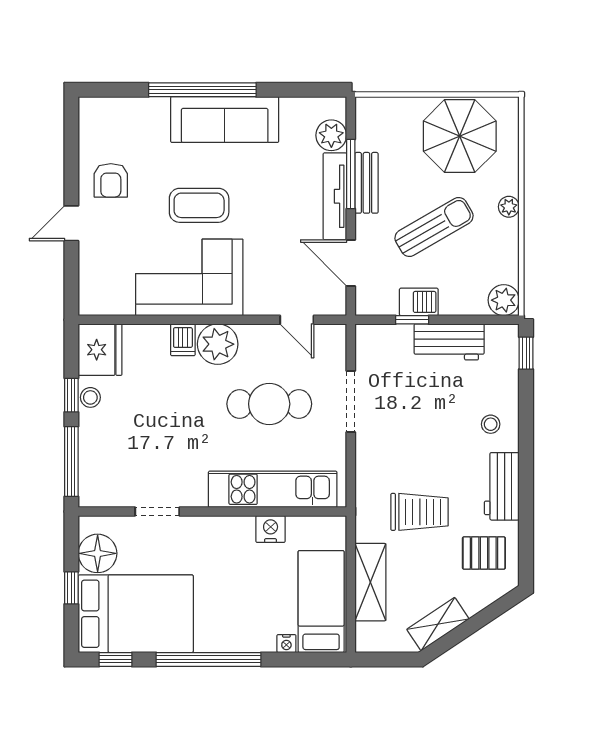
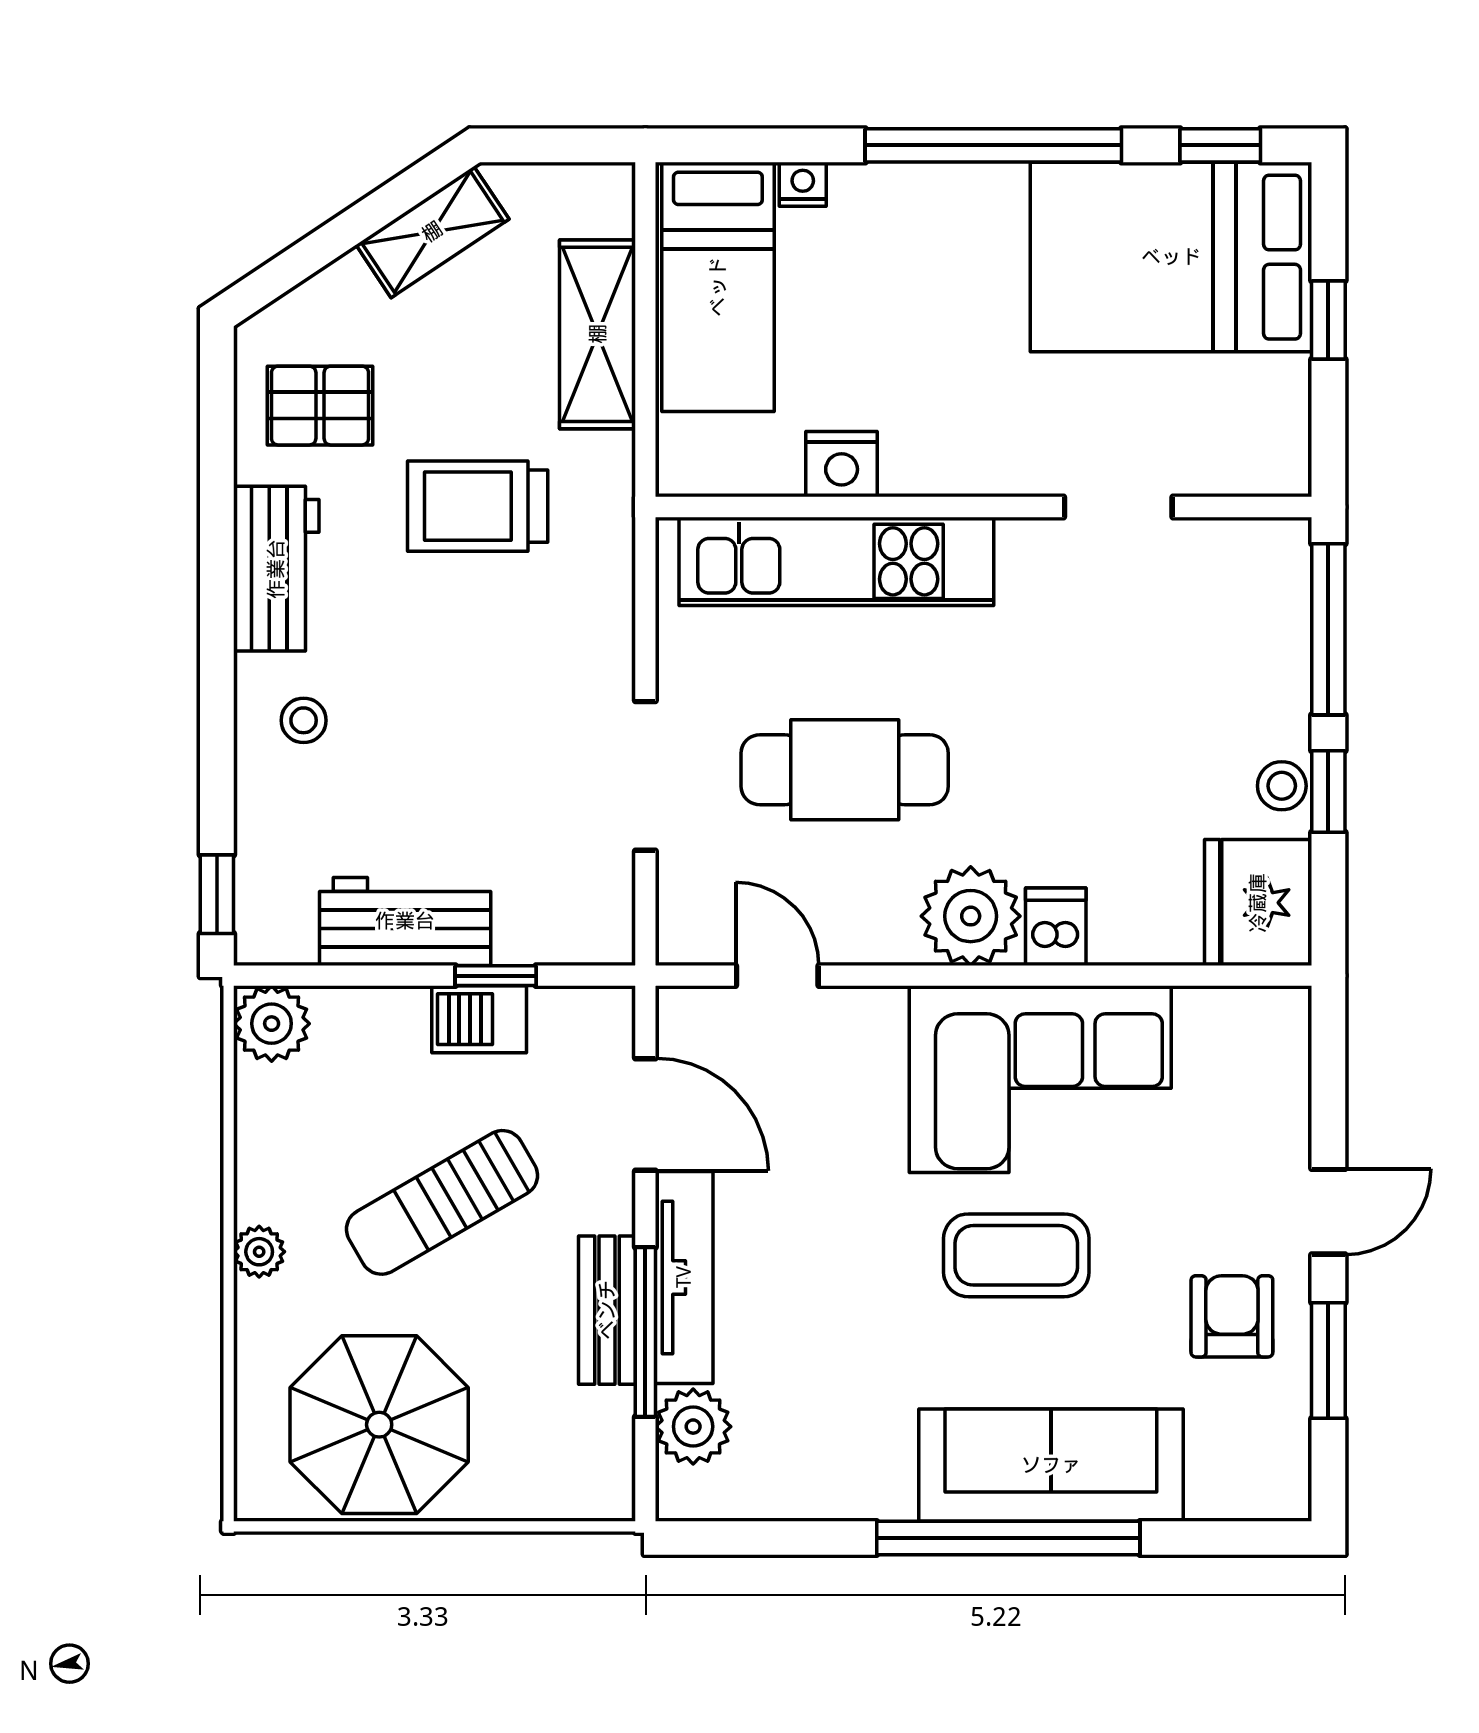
sofa: (225, 119) -> (1051, 1465), moved
window: (71, 162) -> (1328, 1361), added
floor lamp: (98, 553) -> (1264, 404), removed

